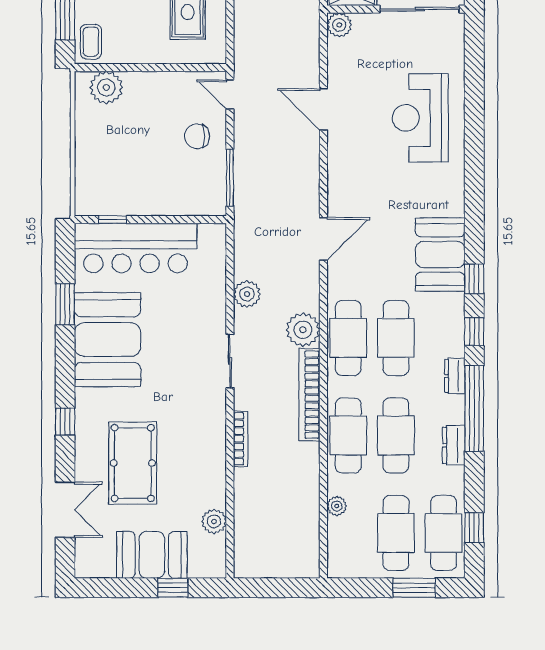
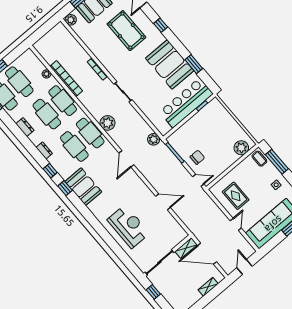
plant: (339, 25) -> (182, 234), removed
plant: (247, 294) -> (154, 139), moved
bookcase: (309, 395) -> (66, 79), moved
window: (474, 408) -> (28, 145), removed
plant: (214, 521) -> (71, 20), moved

